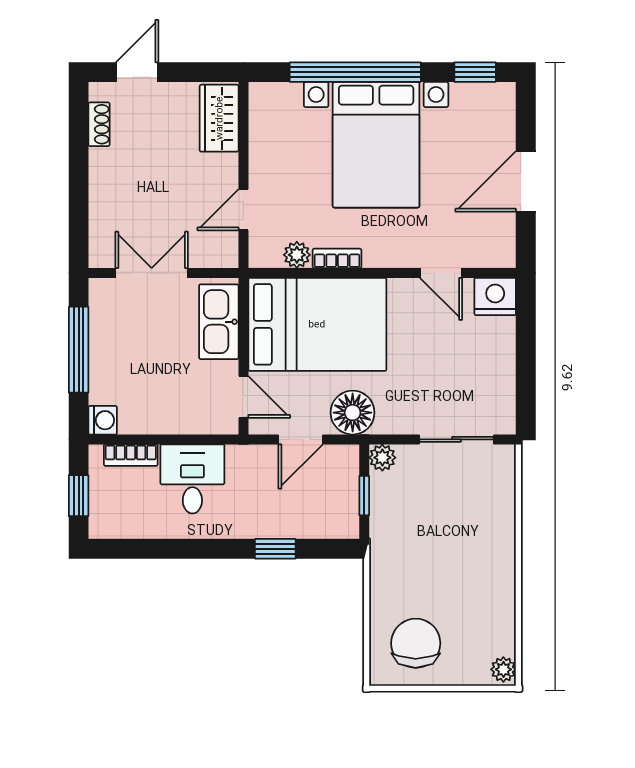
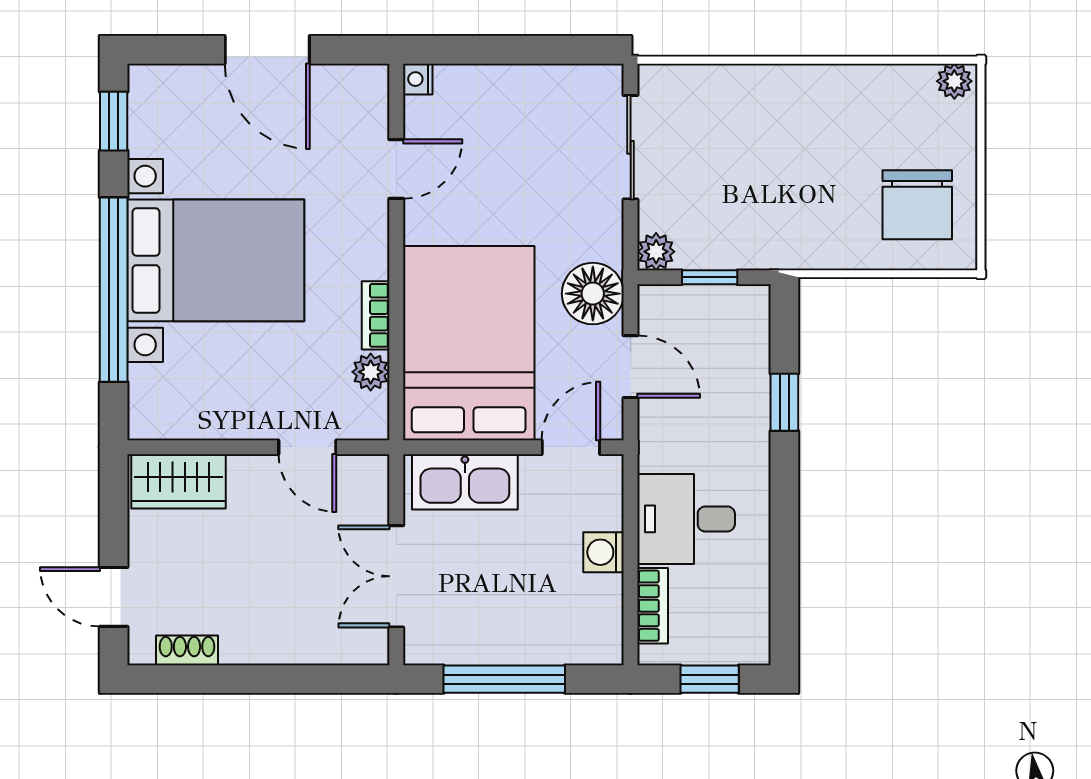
nightstand: (495, 296) -> (418, 79), width x0.53, depth x0.56
washing machine: (103, 420) -> (603, 552), moved, turned -90
chair: (416, 643) -> (917, 205), turned -90

